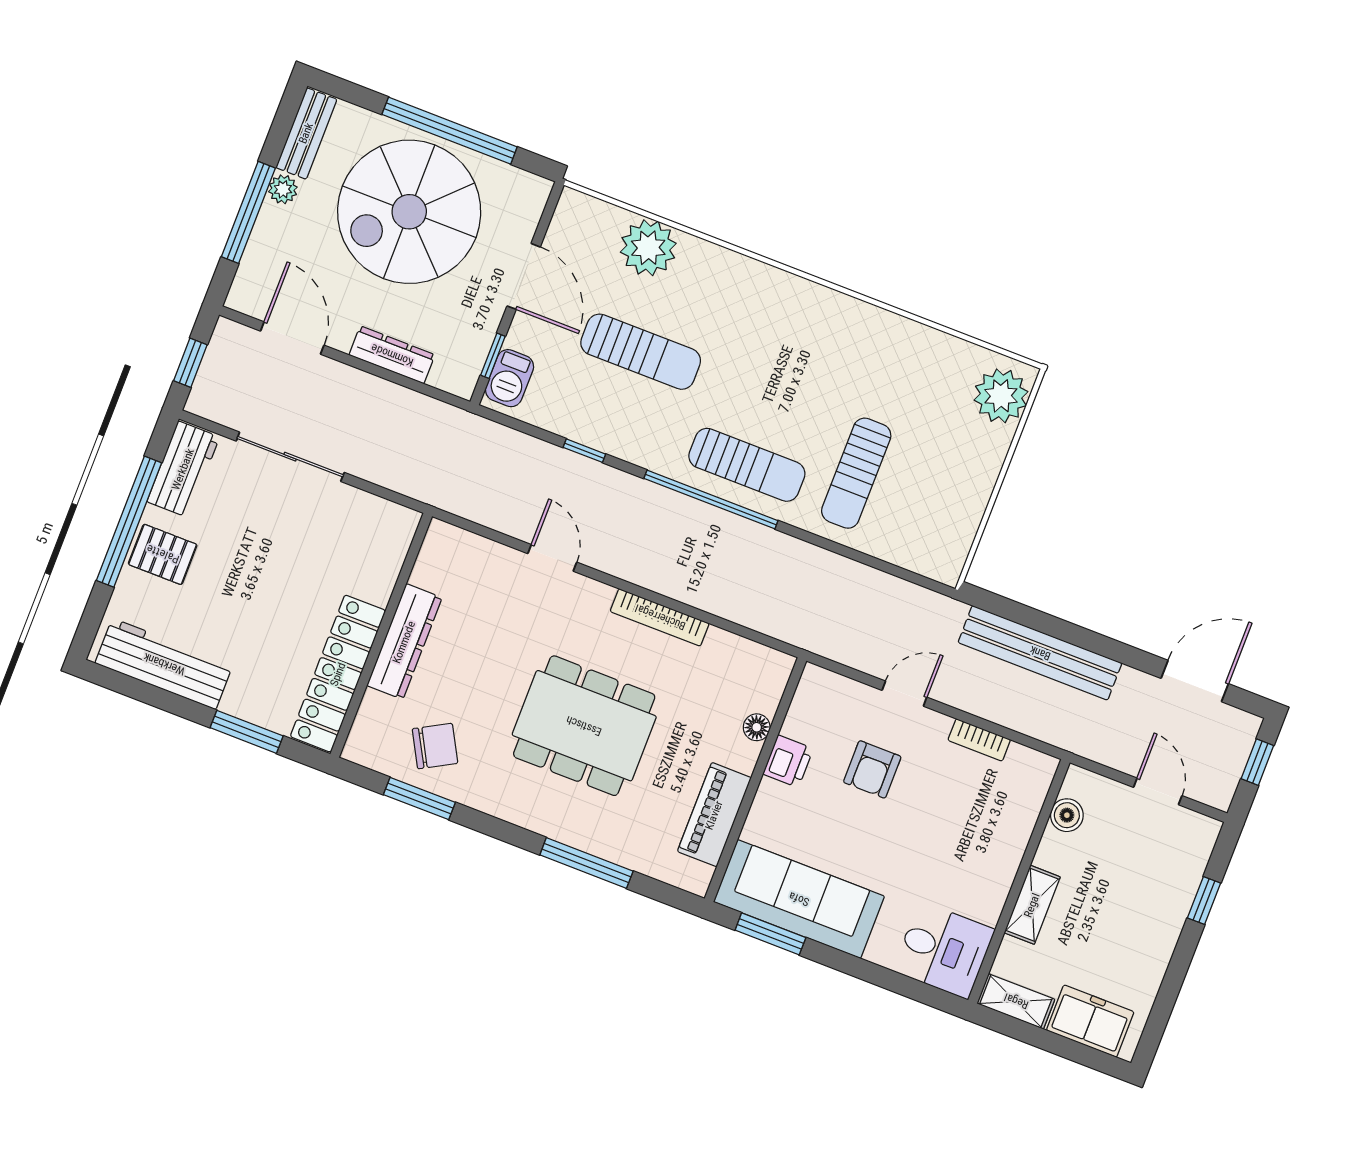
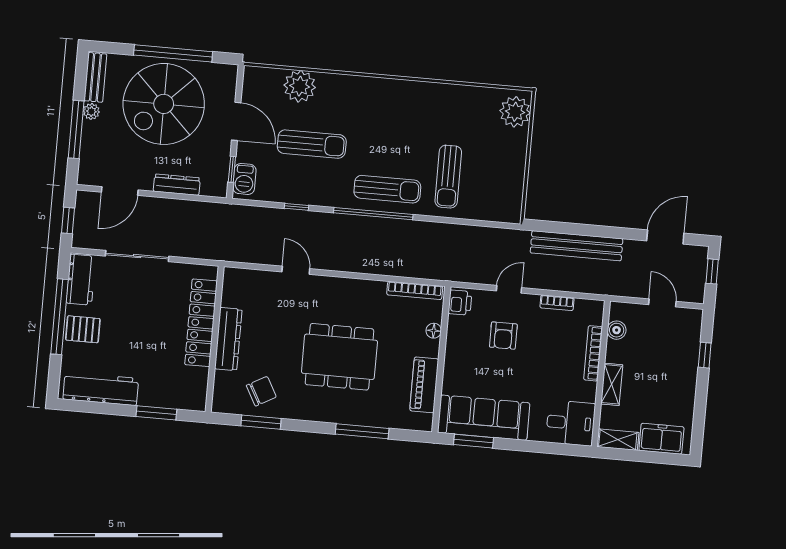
door: (292, 338) -> (120, 191), swing flipped
bookcase: (660, 617) -> (415, 290), moved
locker: (338, 674) -> (201, 323), moved
printer: (788, 761) -> (460, 303), moved
bookcase: (1016, 843) -> (593, 353), added

